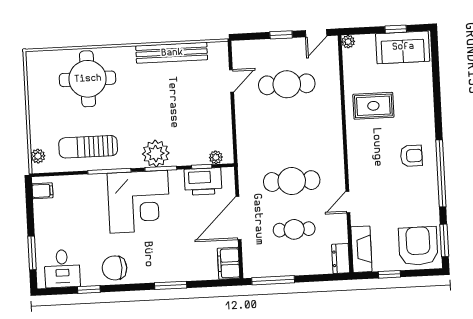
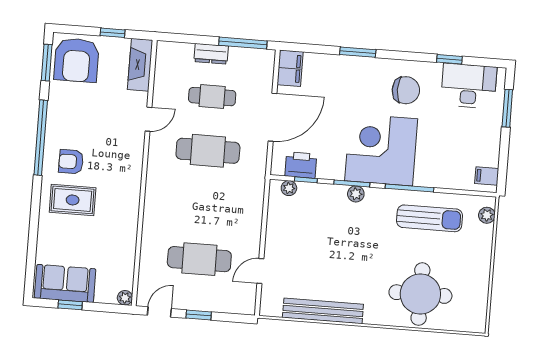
rug: (373, 106) -> (73, 200), moved
plant: (156, 154) -> (356, 194), width x0.53, depth x0.53
printer: (203, 181) -> (301, 165), width x0.73, depth x0.84
dresser: (341, 259) -> (211, 54), moved, turned 90
chair: (114, 268) -> (406, 90), moved
desk: (62, 269) -> (469, 86), width x1.37

